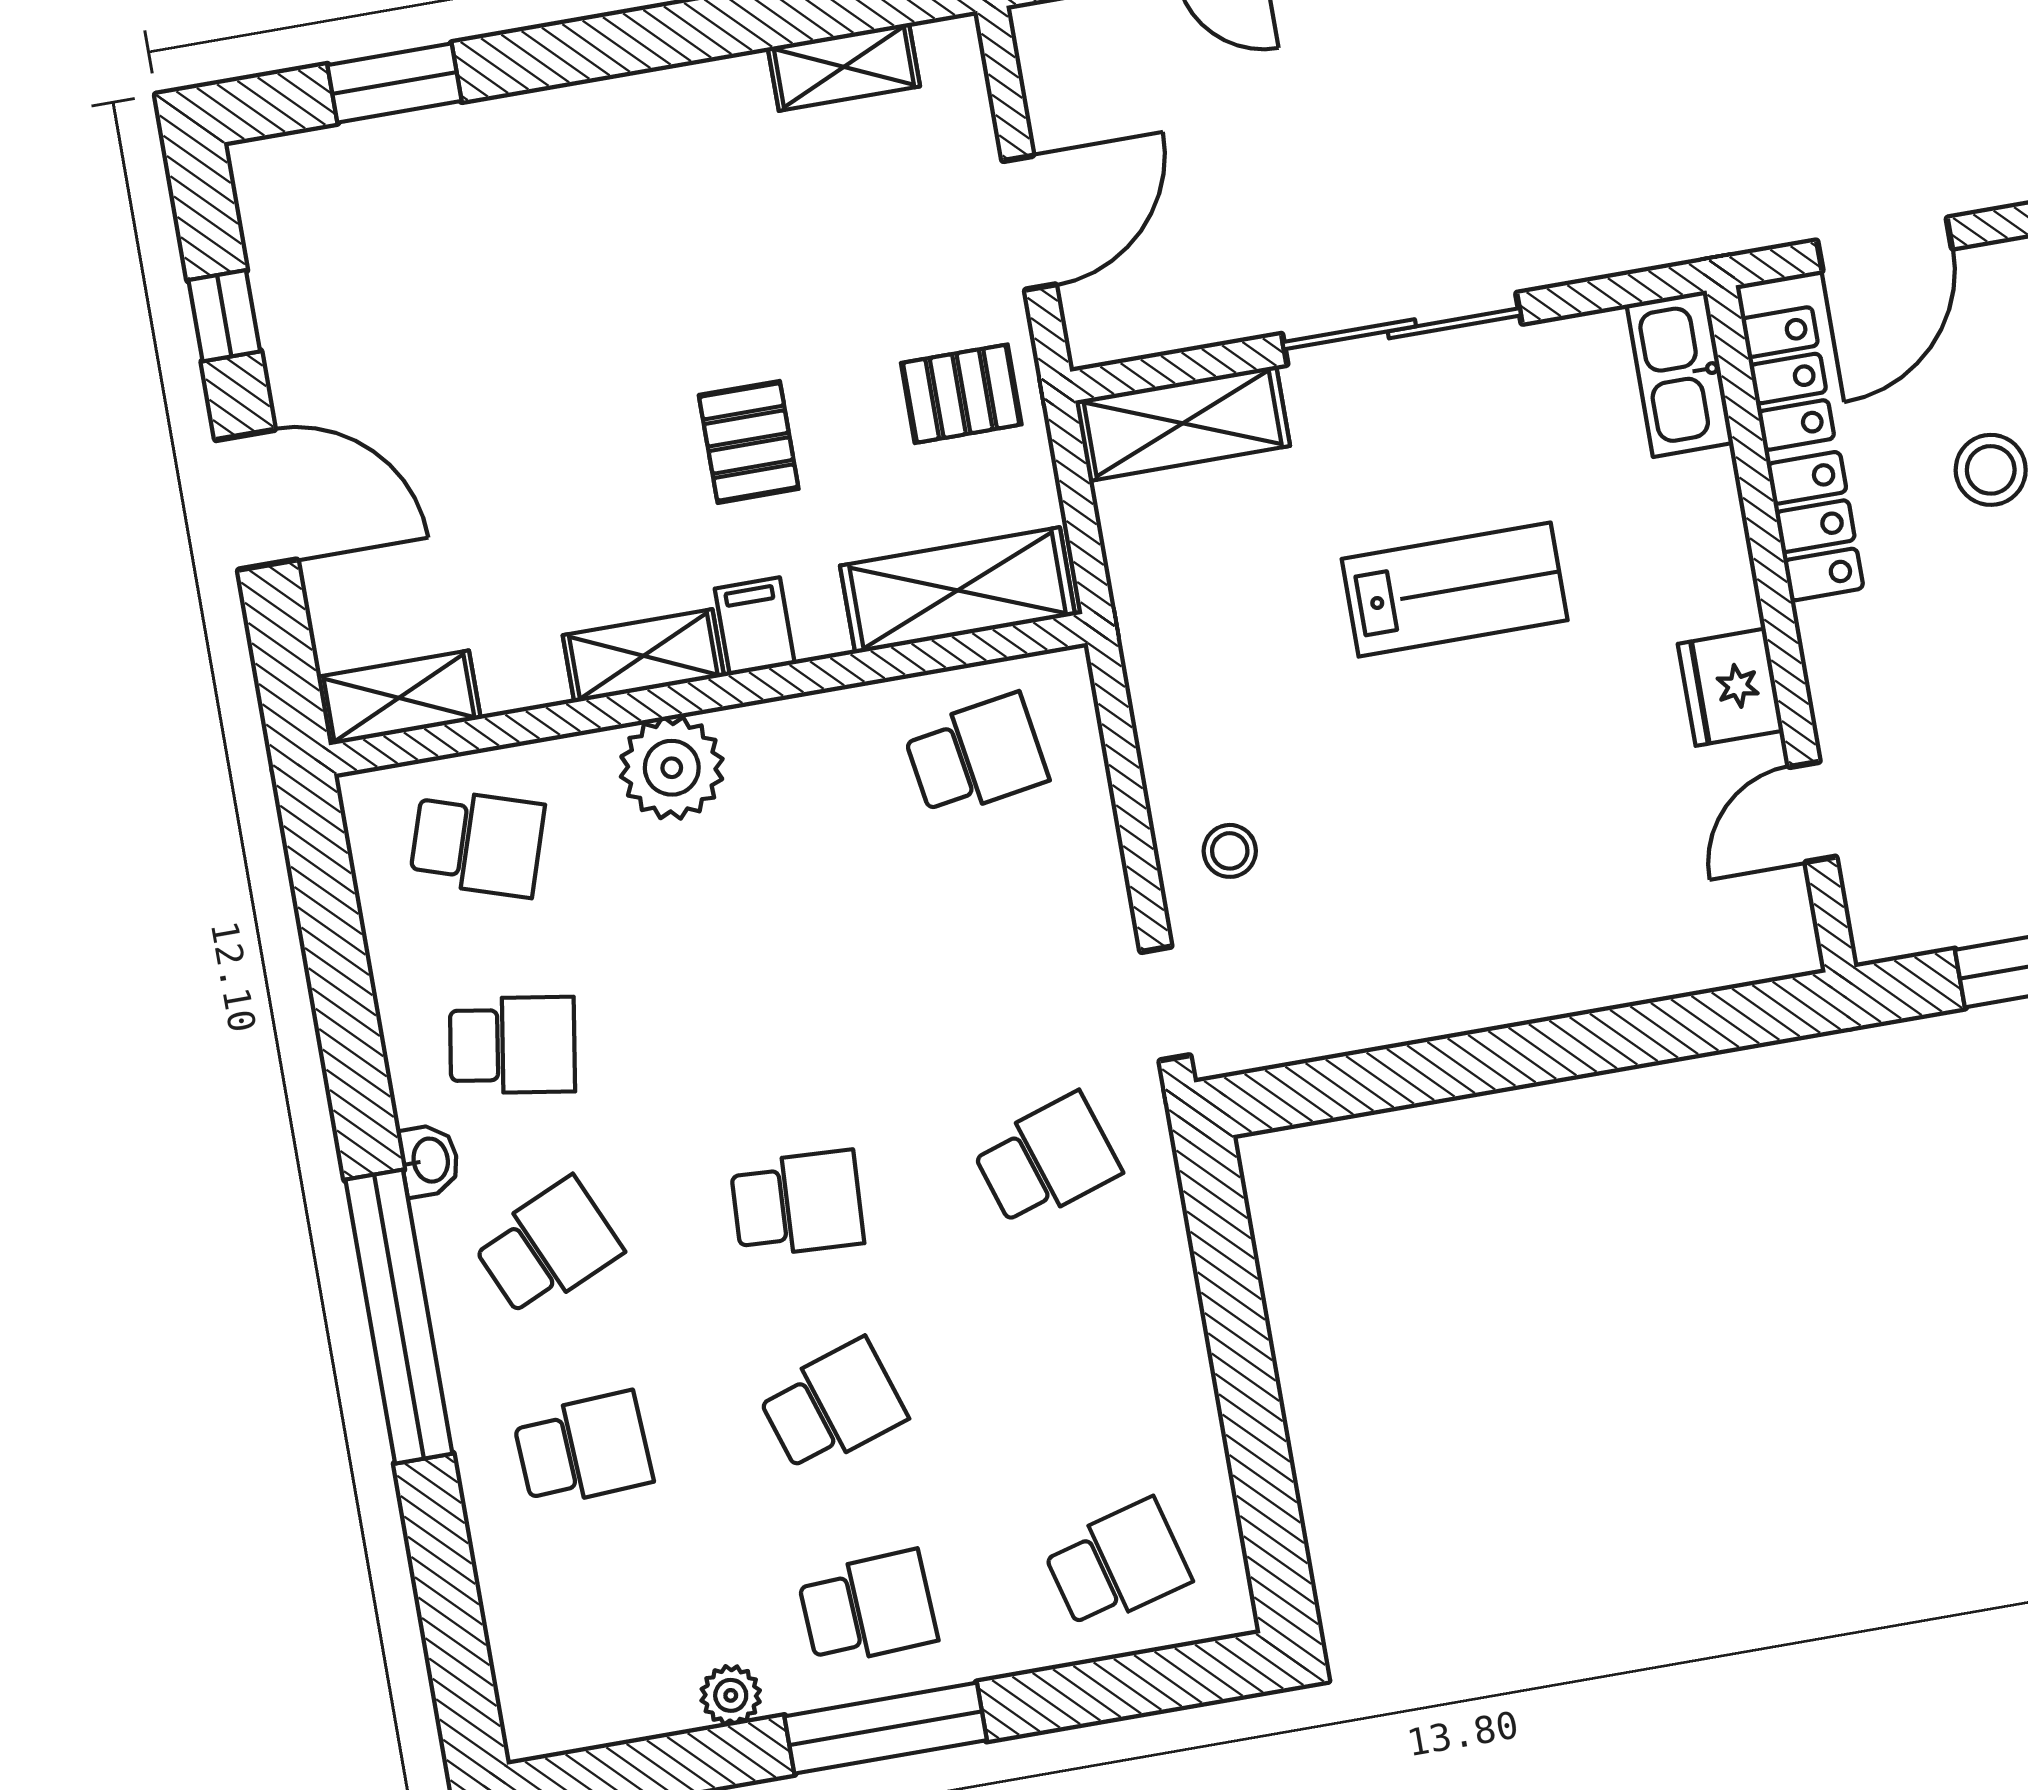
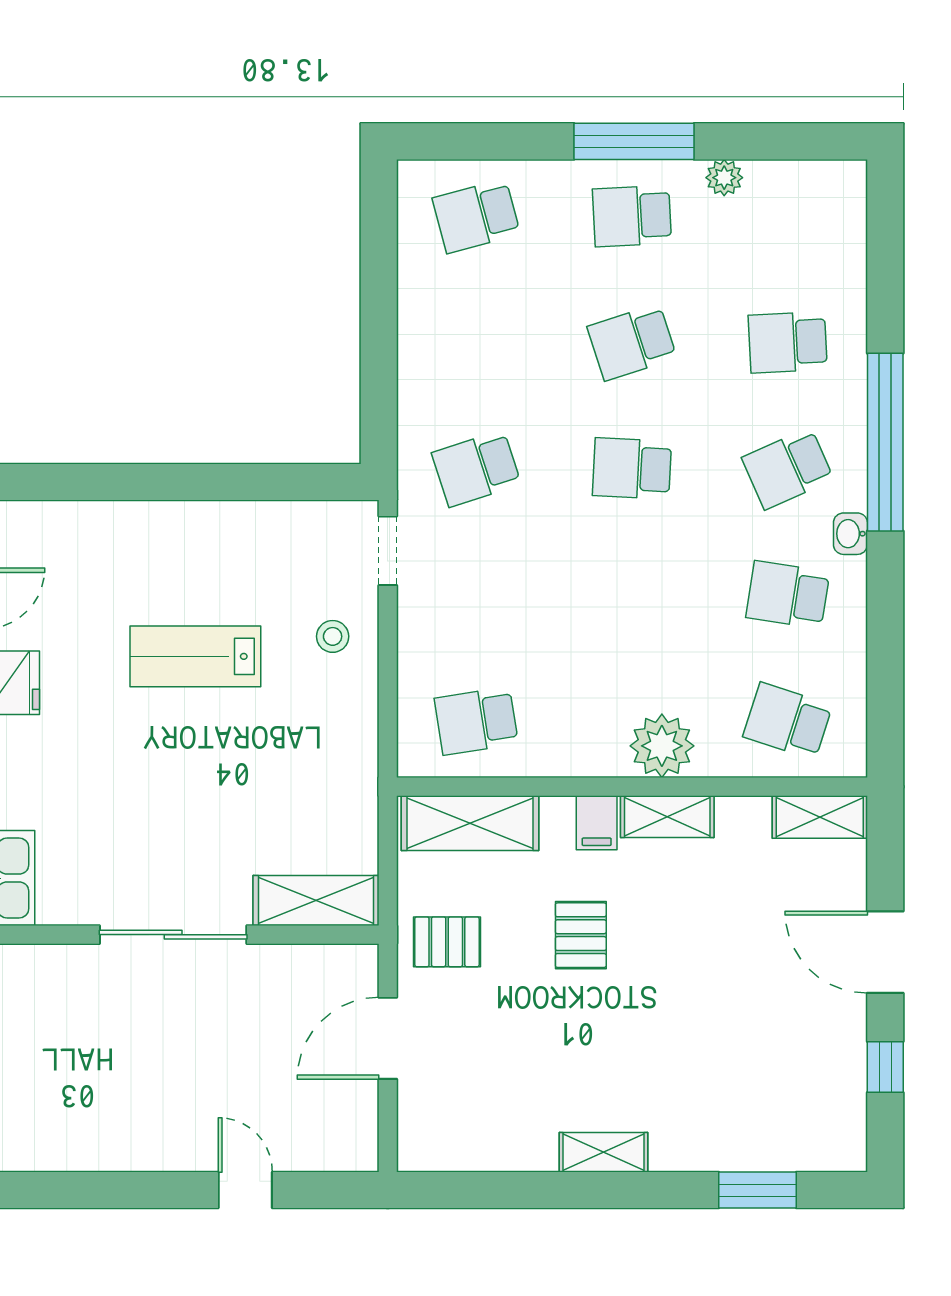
shelving: (844, 67) -> (603, 1152), moved
lab bench: (1455, 590) -> (195, 656), moved

